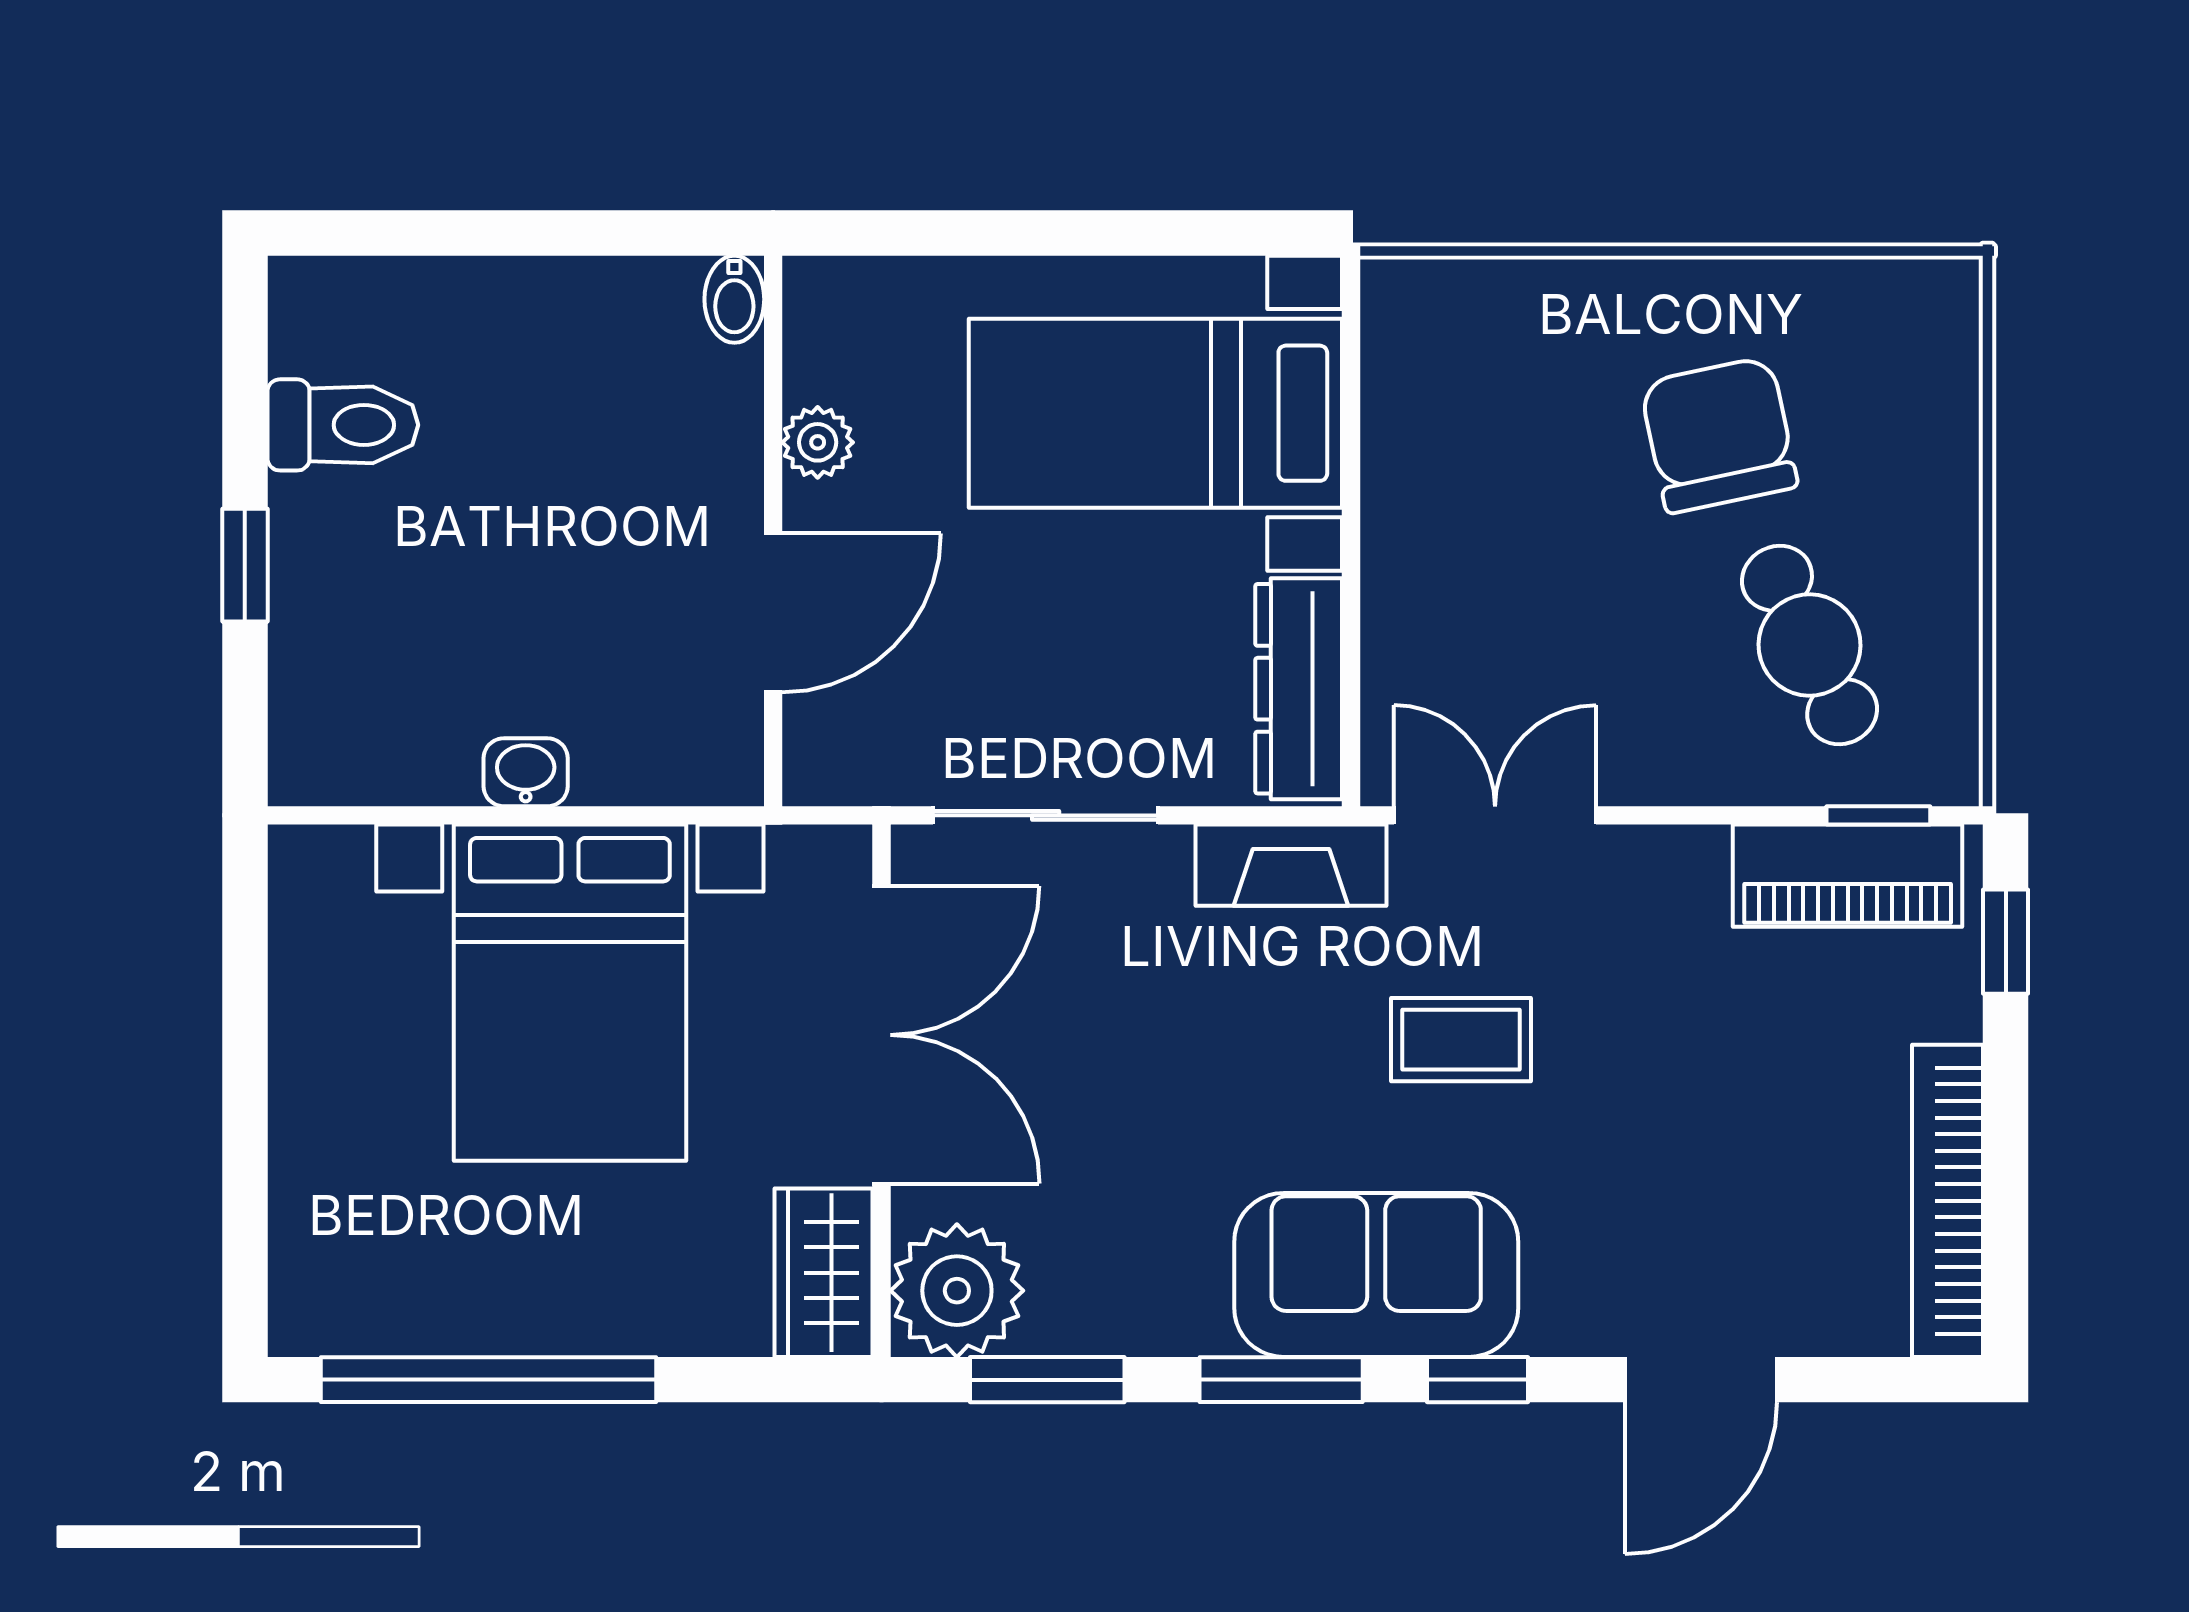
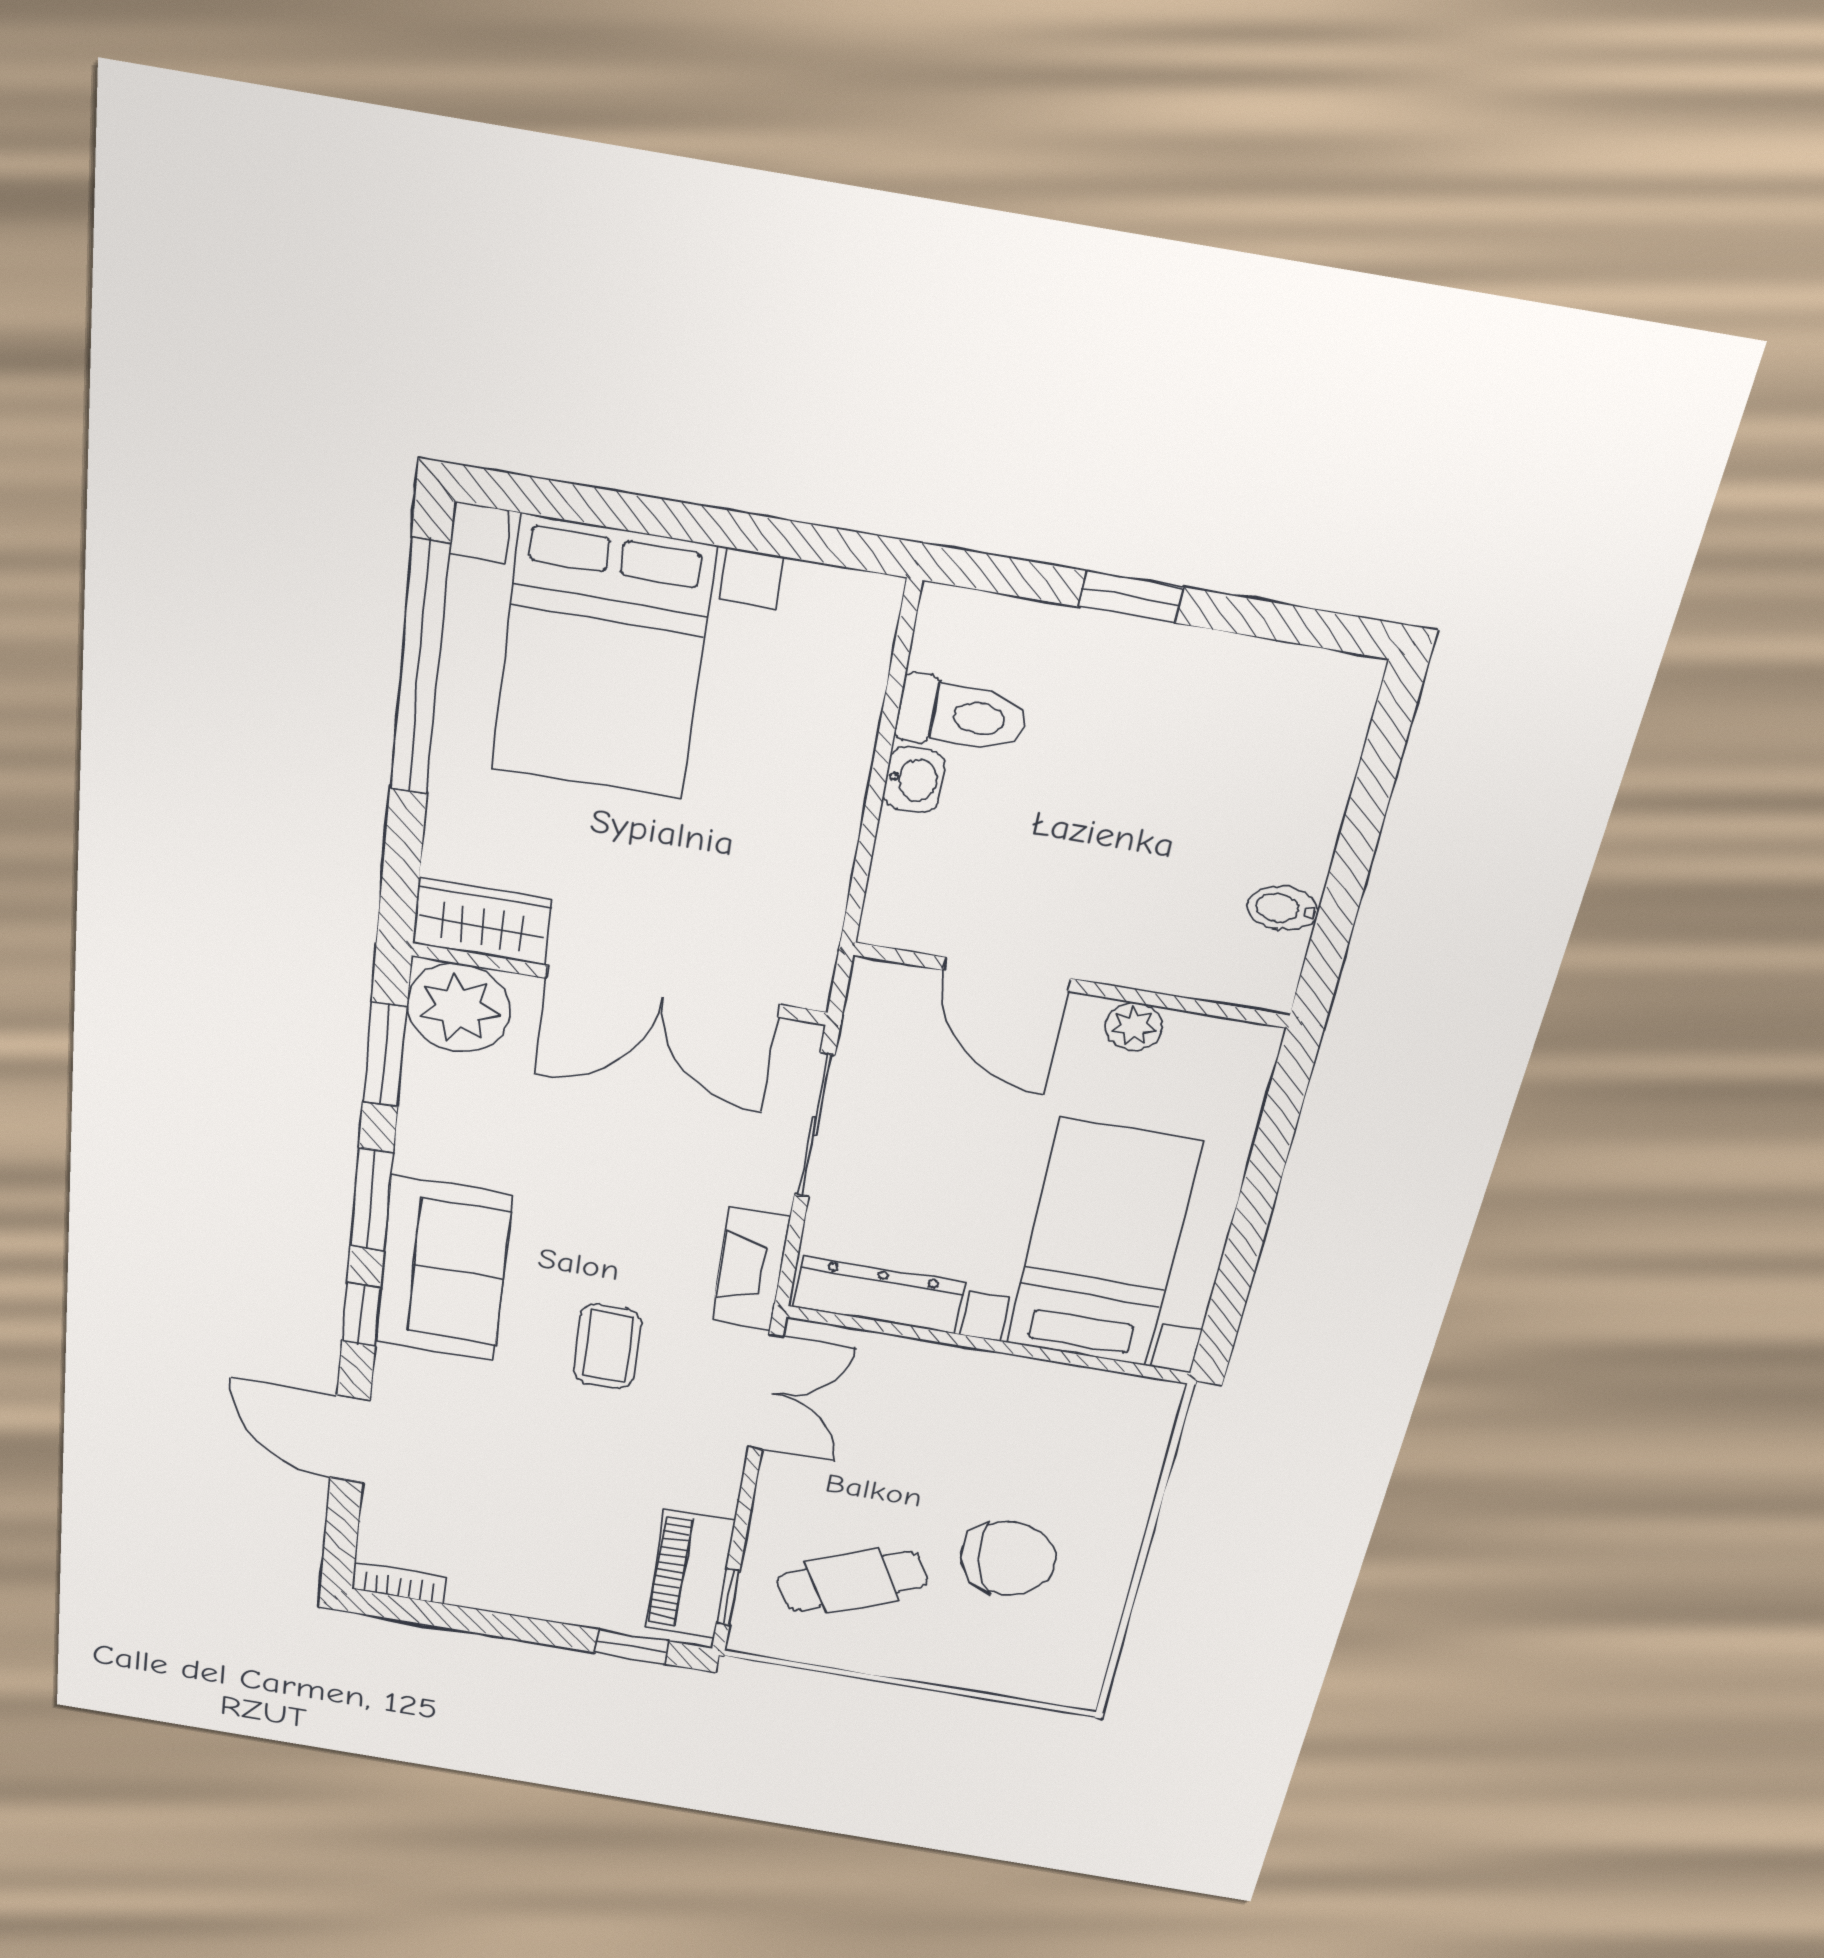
bidet: (734, 299) -> (1283, 909), moved
toilet: (343, 425) -> (962, 715), moved, turned -90
bed with nightstands: (570, 993) -> (602, 659), moved, turned -90
bookcase: (1948, 1201) -> (399, 1583), width x0.43, depth x0.76

